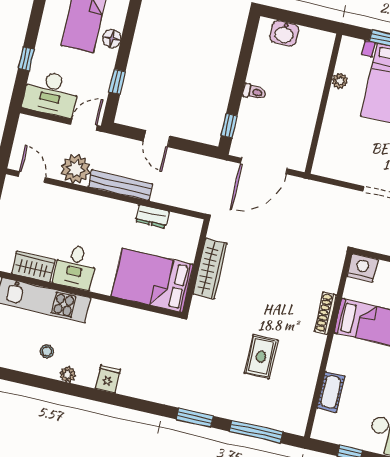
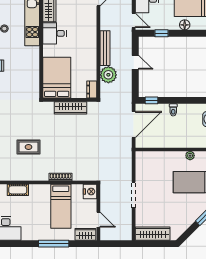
door: (157, 139) -> (135, 62), swing flipped
door: (264, 166) -> (134, 125), swing flipped
plant: (76, 169) -> (108, 75), moved
dresser: (152, 216) -> (92, 90), moved

